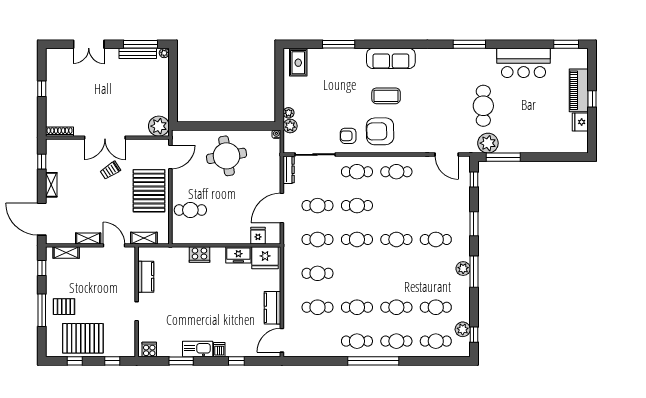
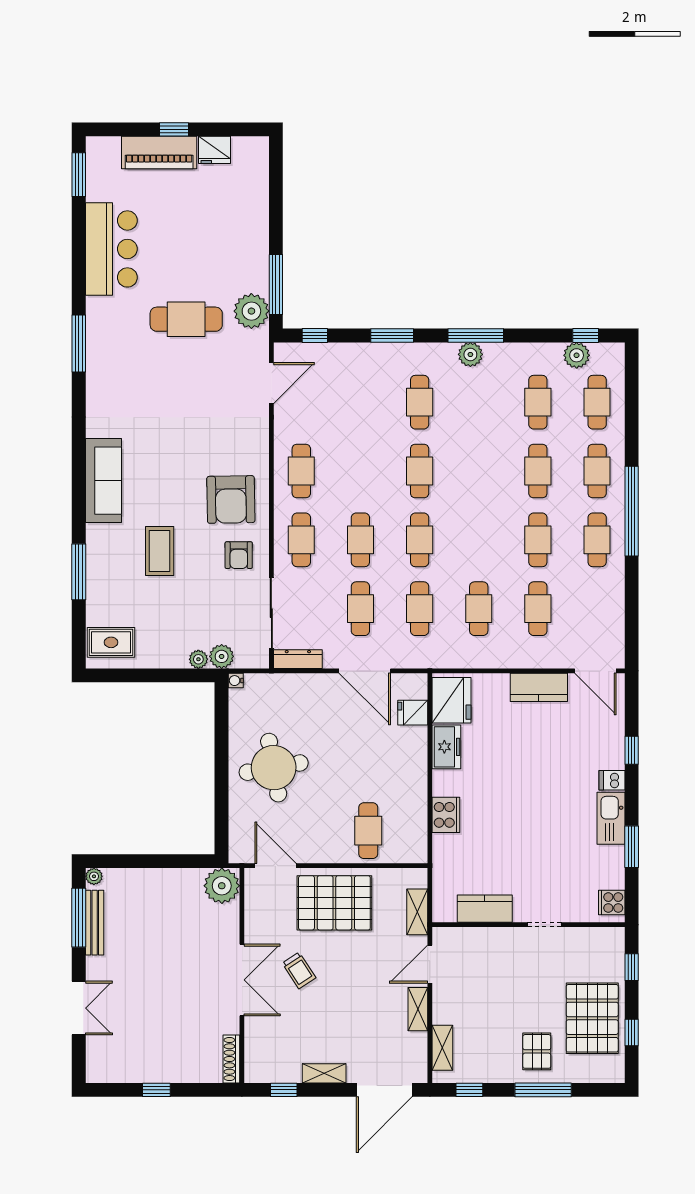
coffee table: (386, 96) -> (160, 551), moved

